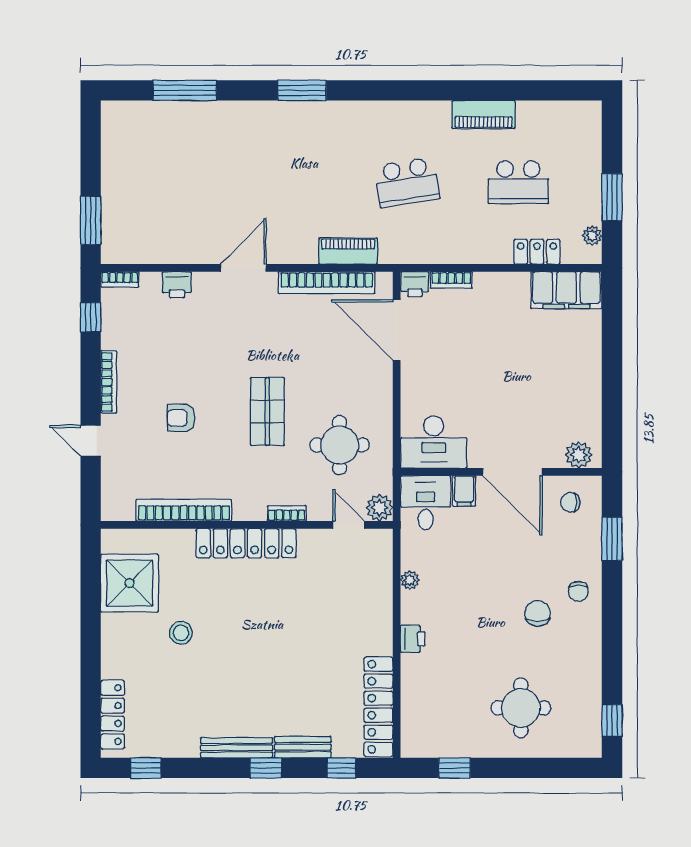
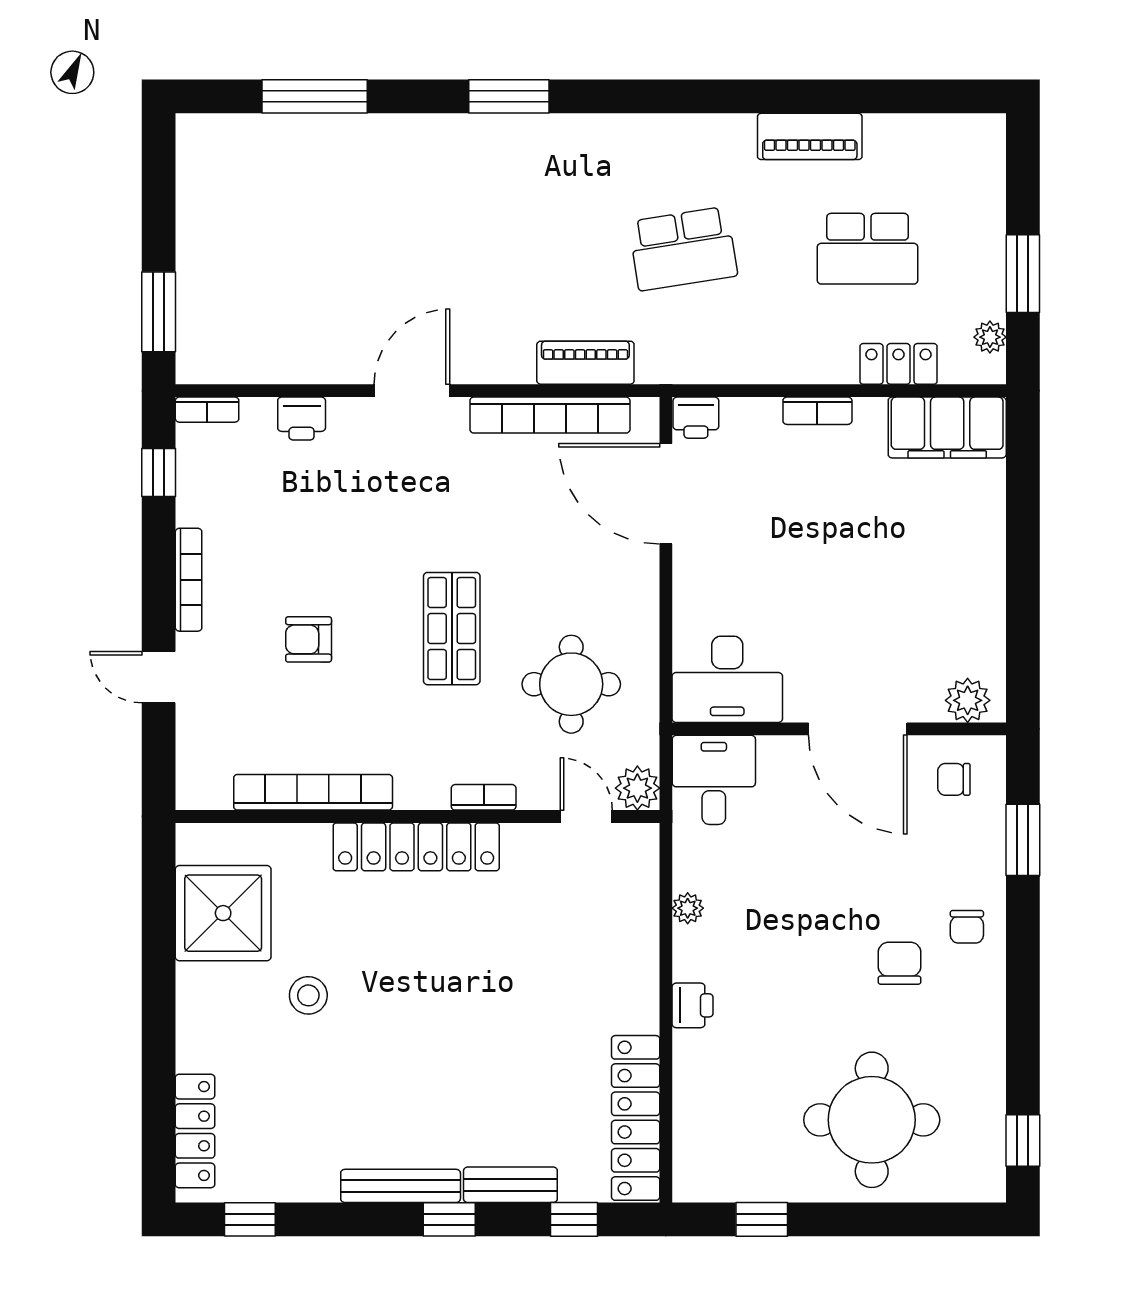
bookcase: (451, 280) -> (817, 411), moved
filing cabinet: (464, 491) -> (778, 760), removed
round table: (521, 708) -> (872, 1120), width x1.36, depth x1.36

